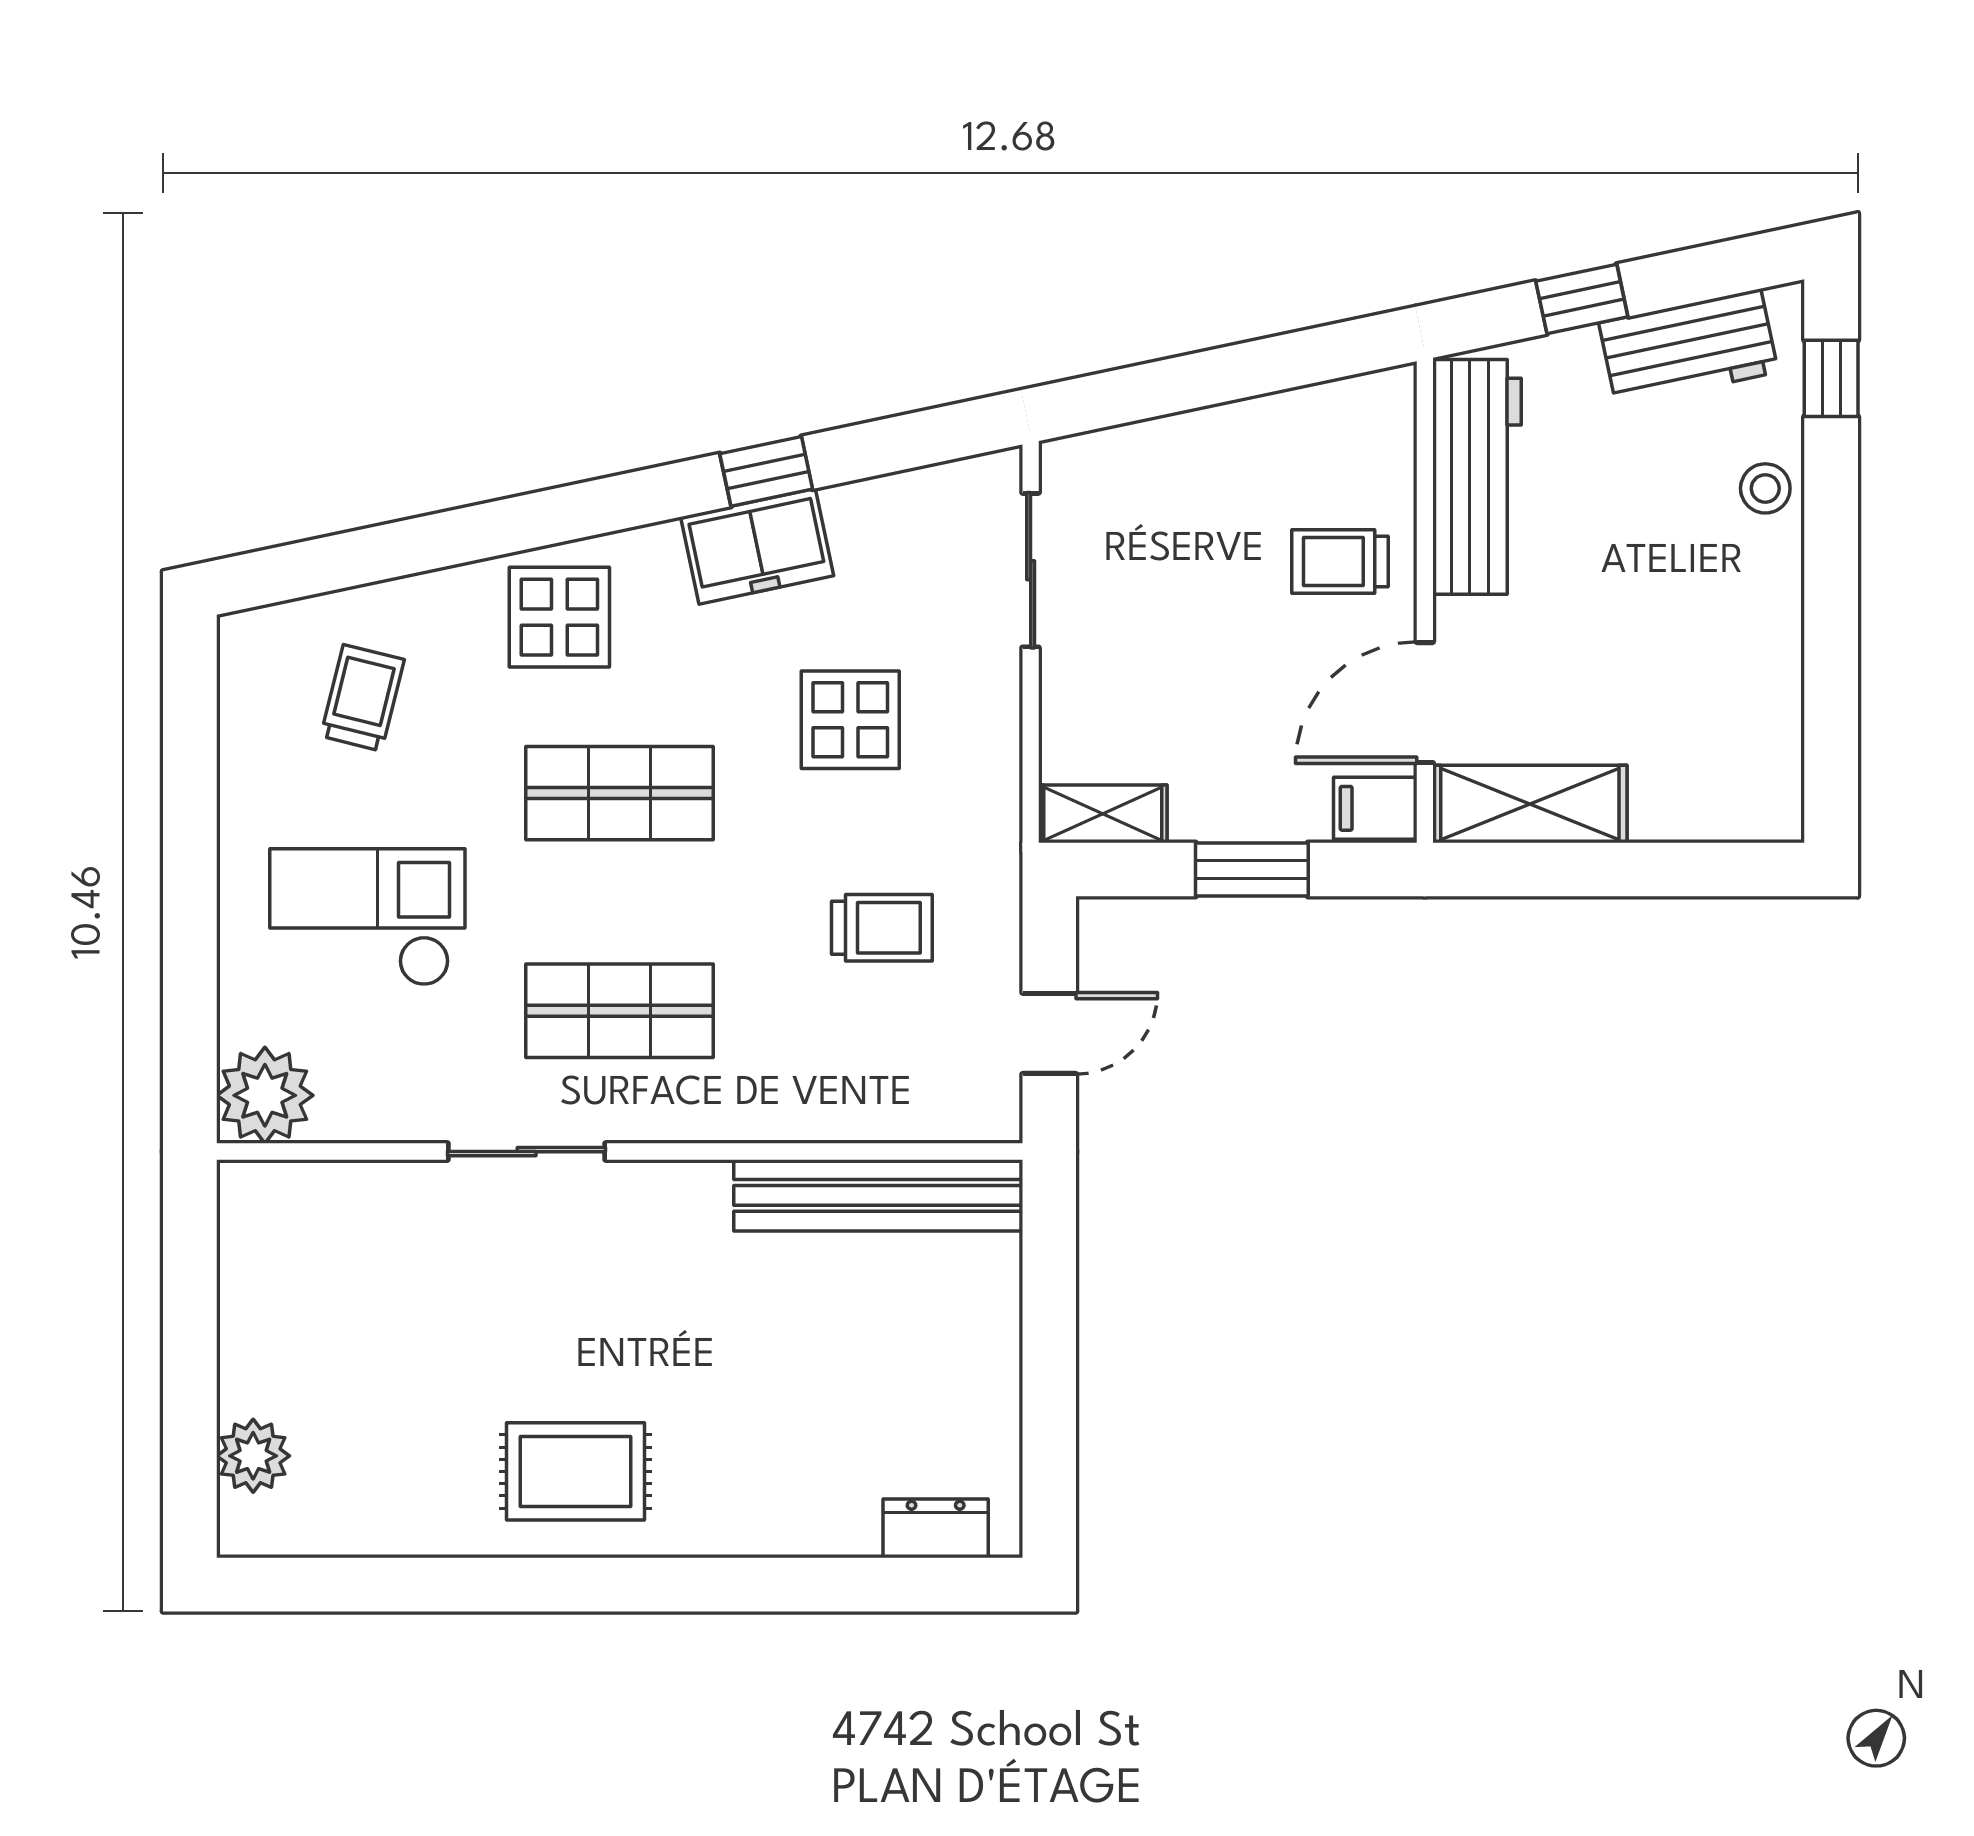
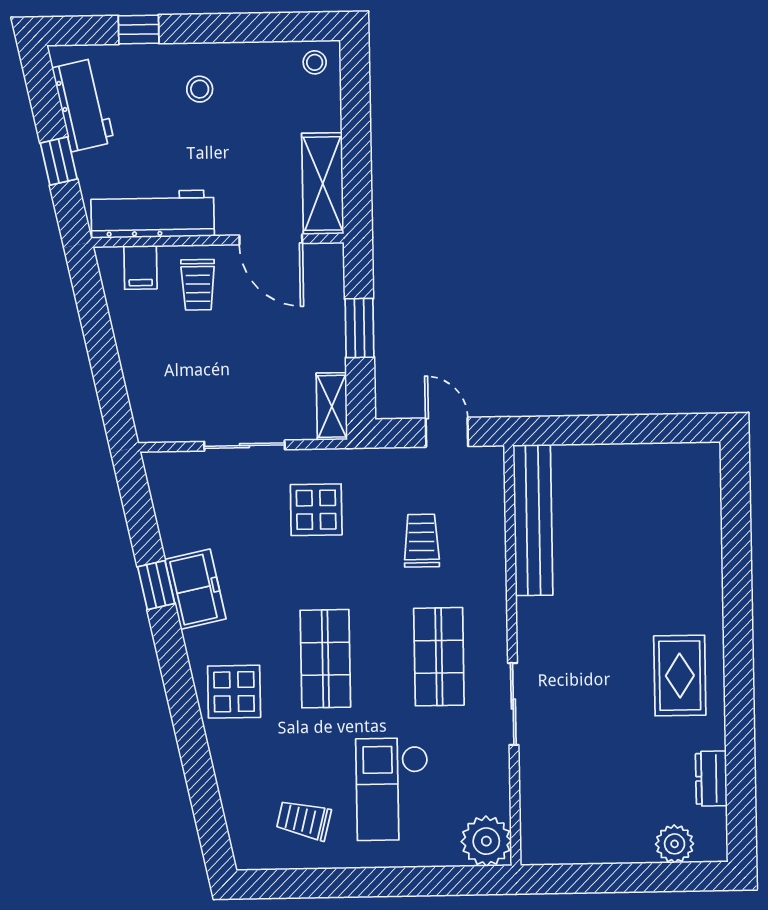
window: (1831, 378) -> (139, 29), moved
stool: (1765, 488) -> (200, 89), moved
sliding door: (1031, 570) -> (244, 446), moved
trolley: (362, 698) -> (304, 820), moved
display table: (850, 720) -> (316, 510), moved
stool: (1762, 793) -> (315, 62), added
filing cabinet: (1375, 808) -> (140, 267), moved
trolley: (882, 928) -> (422, 541), moved
dresser: (936, 1528) -> (711, 779), moved

